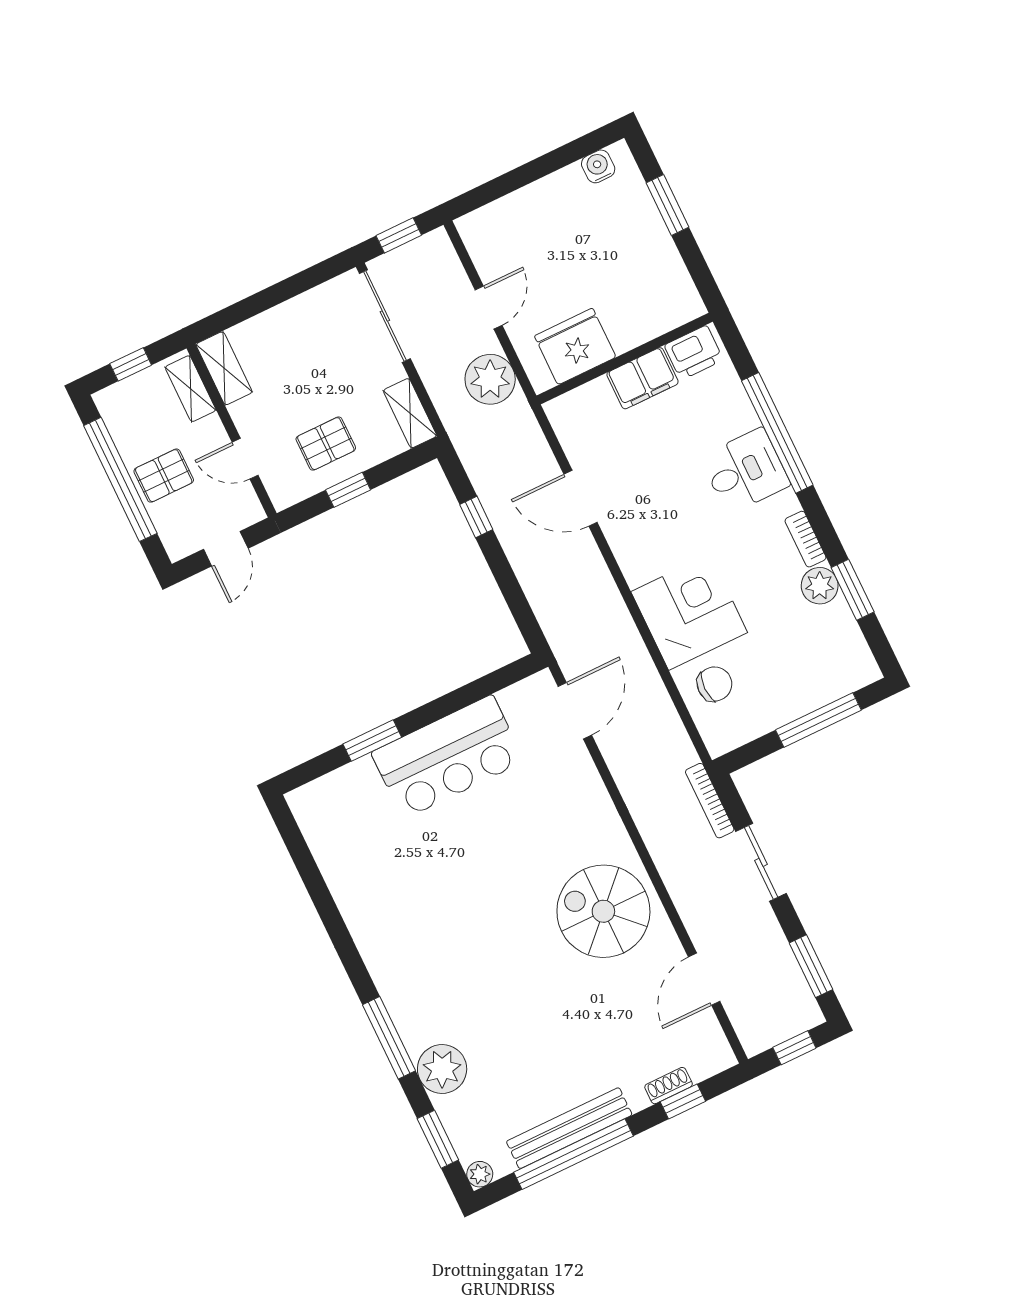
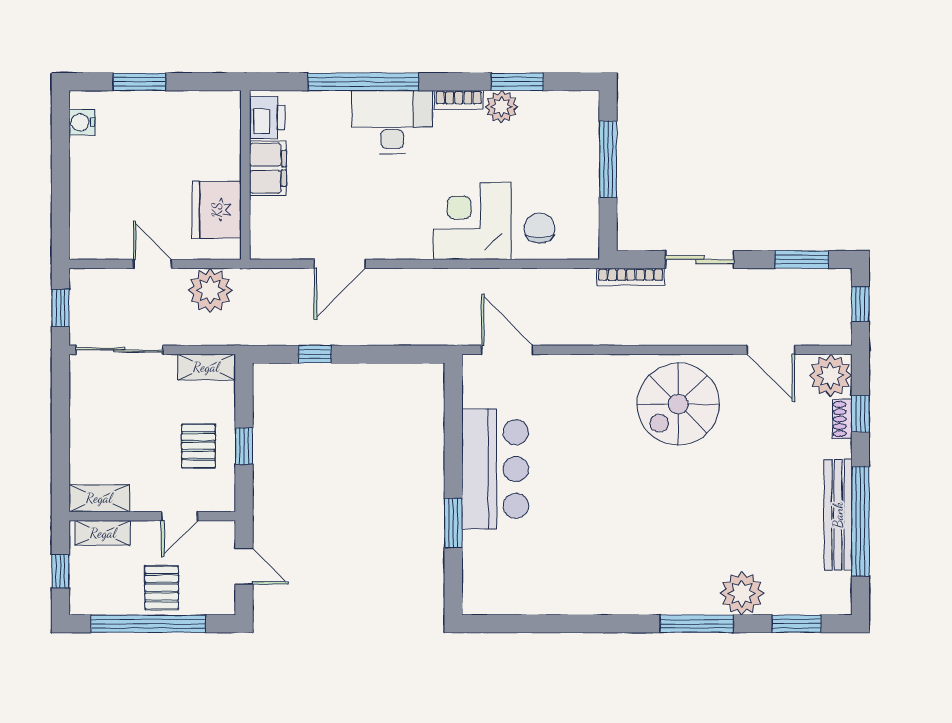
desk: (745, 471) -> (392, 122), width x1.37
plant: (480, 1174) -> (830, 376), moved, width x1.88, depth x1.88

